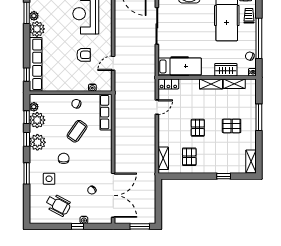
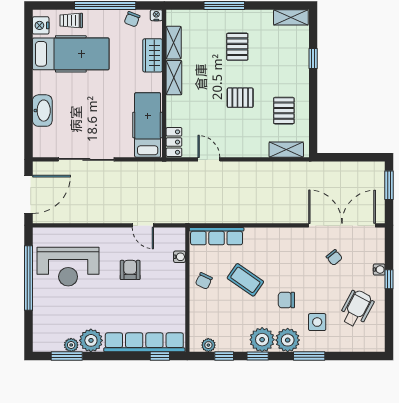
plant: (37, 120) -> (288, 340), moved
pallet: (189, 157) -> (284, 111), turned 90

